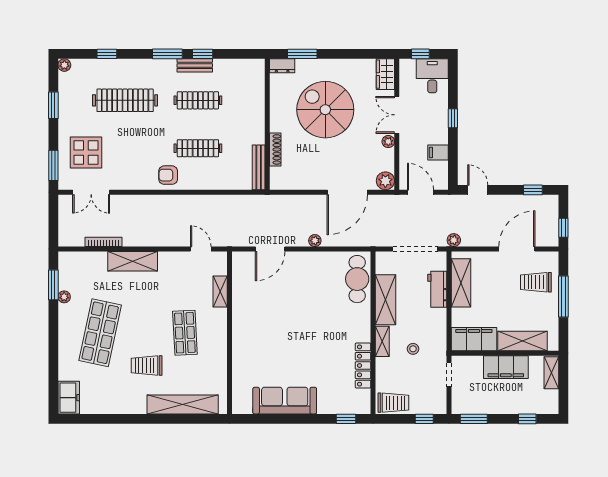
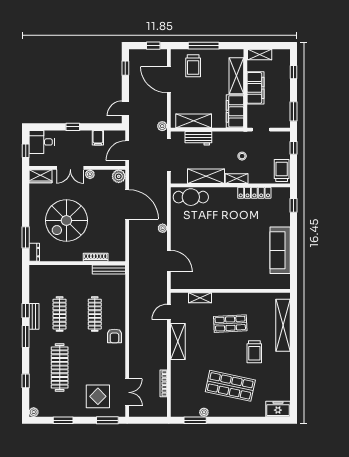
shelving: (133, 261) -> (178, 342), moved

